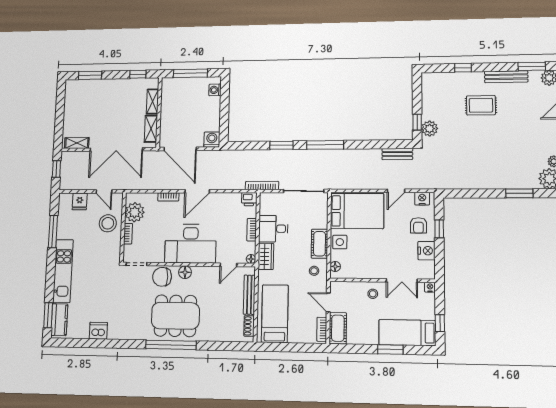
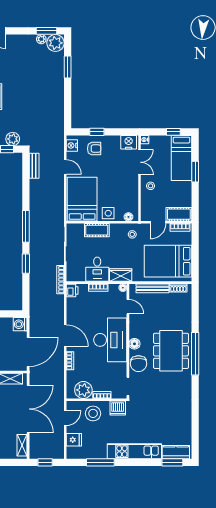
cot: (319, 244) -> (97, 230), moved
nightstand: (427, 251) -> (129, 142), moved
bed: (275, 314) -> (168, 261), width x1.50
dishwasher: (98, 331) -> (118, 408), moved, turned -90

